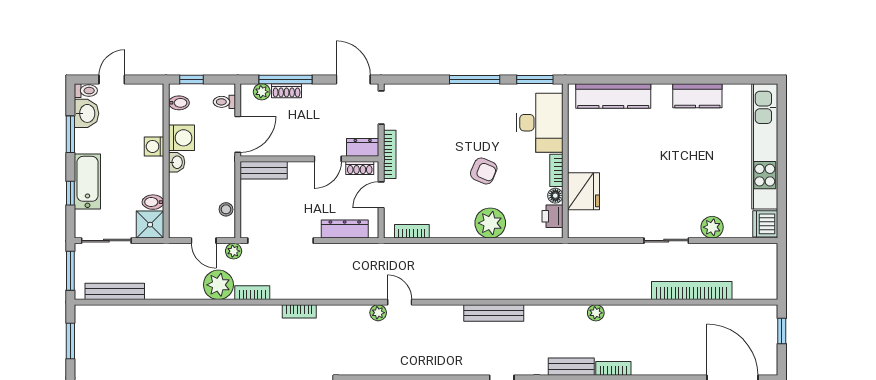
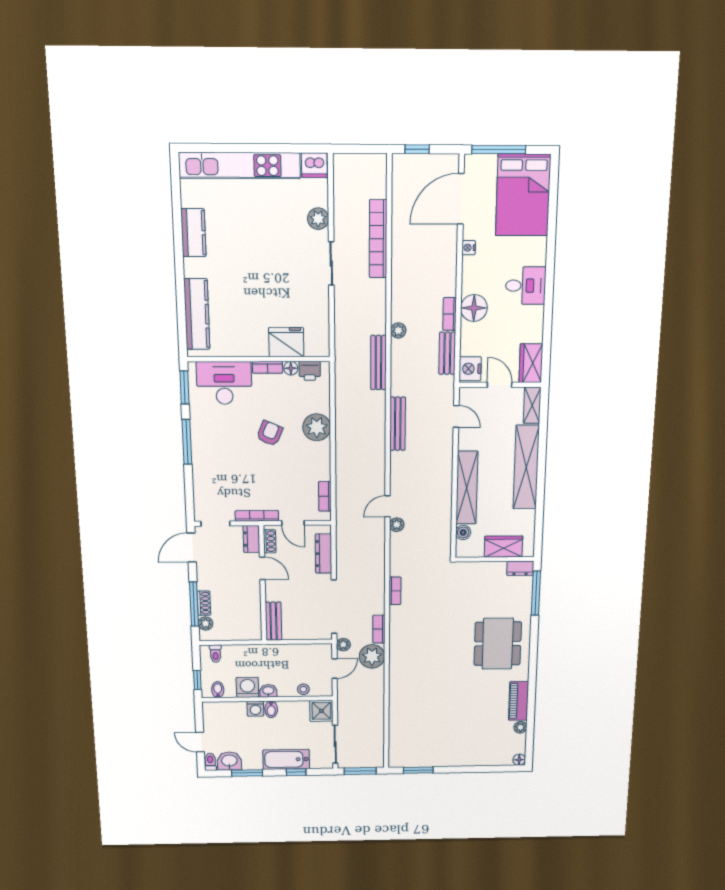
door: (238, 134) -> (243, 642), removed
bidet: (153, 202) -> (271, 709), moved
stool: (226, 209) -> (303, 689), moved
bench: (115, 291) -> (378, 363), moved

